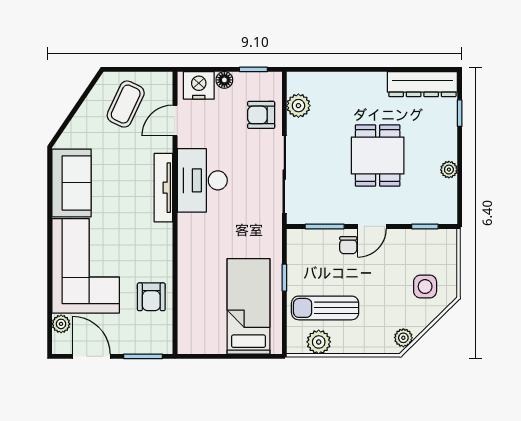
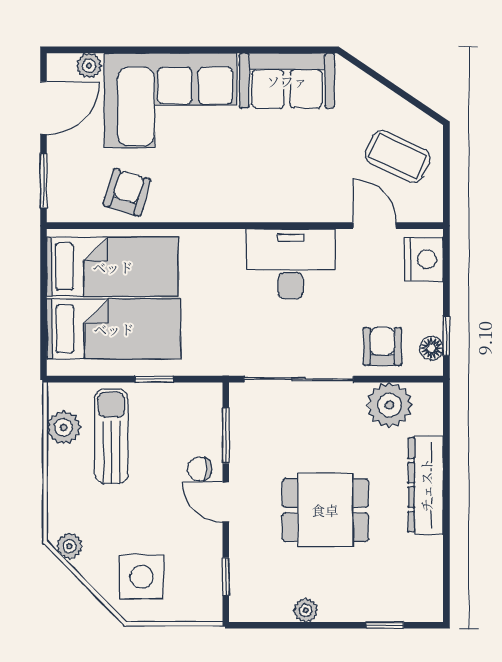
floor lamp: (224, 80) -> (431, 348), moved
dresser: (422, 84) -> (426, 485), moved
plant: (298, 106) -> (389, 405), width x1.36, depth x1.36
tv unit: (163, 188) -> (280, 209), removed
side table: (425, 287) -> (141, 577), width x1.37, depth x1.37
armchair: (151, 297) -> (127, 192), turned 107
bed: (204, 307) -> (113, 267), added

